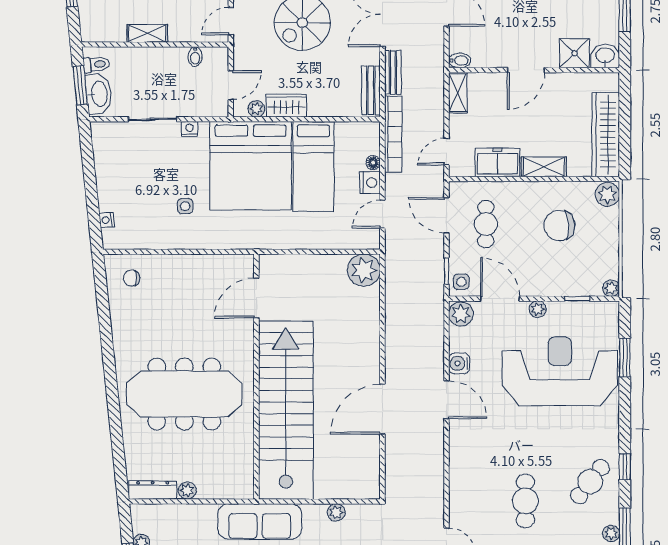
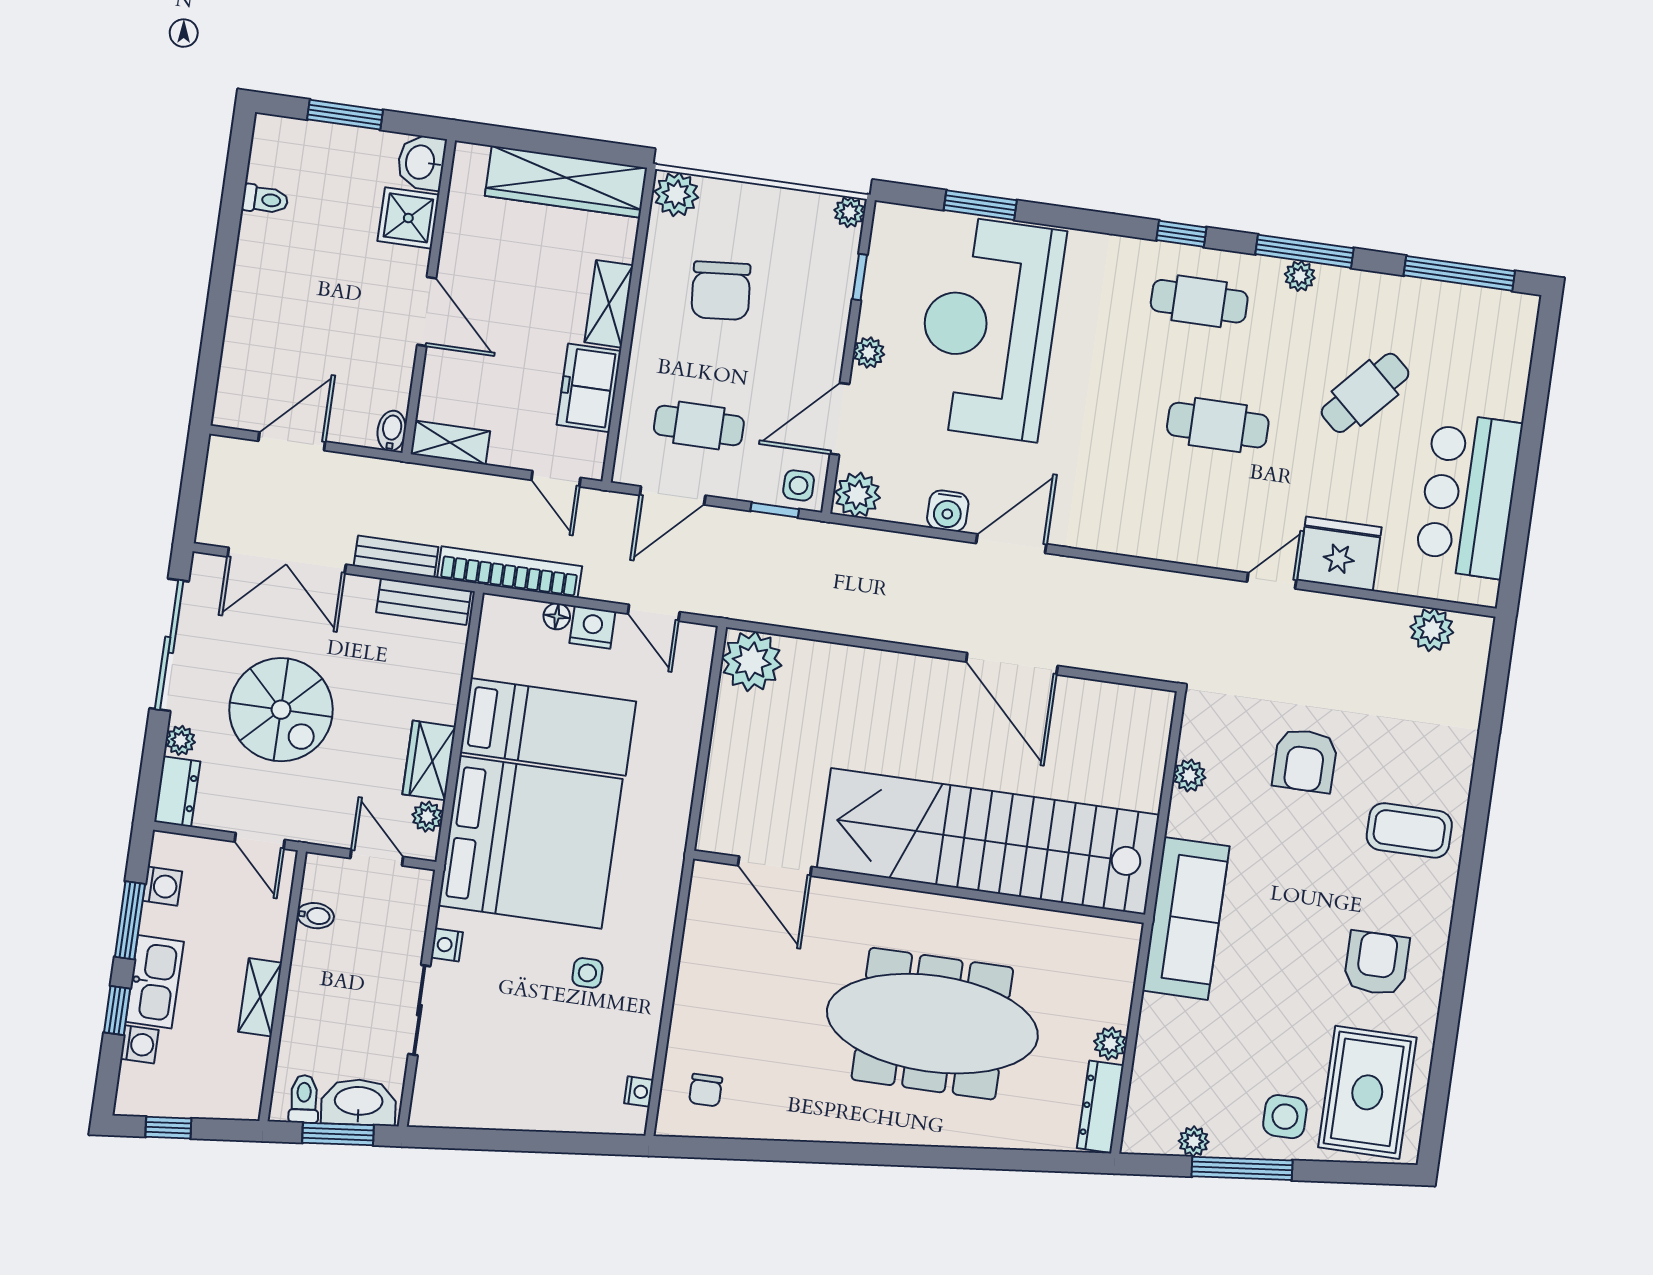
nightstand: (107, 220) -> (639, 1092), moved, turned -84
meeting table: (184, 394) -> (932, 1024), turned 90
cafe table: (590, 482) -> (1199, 301), turned -38

